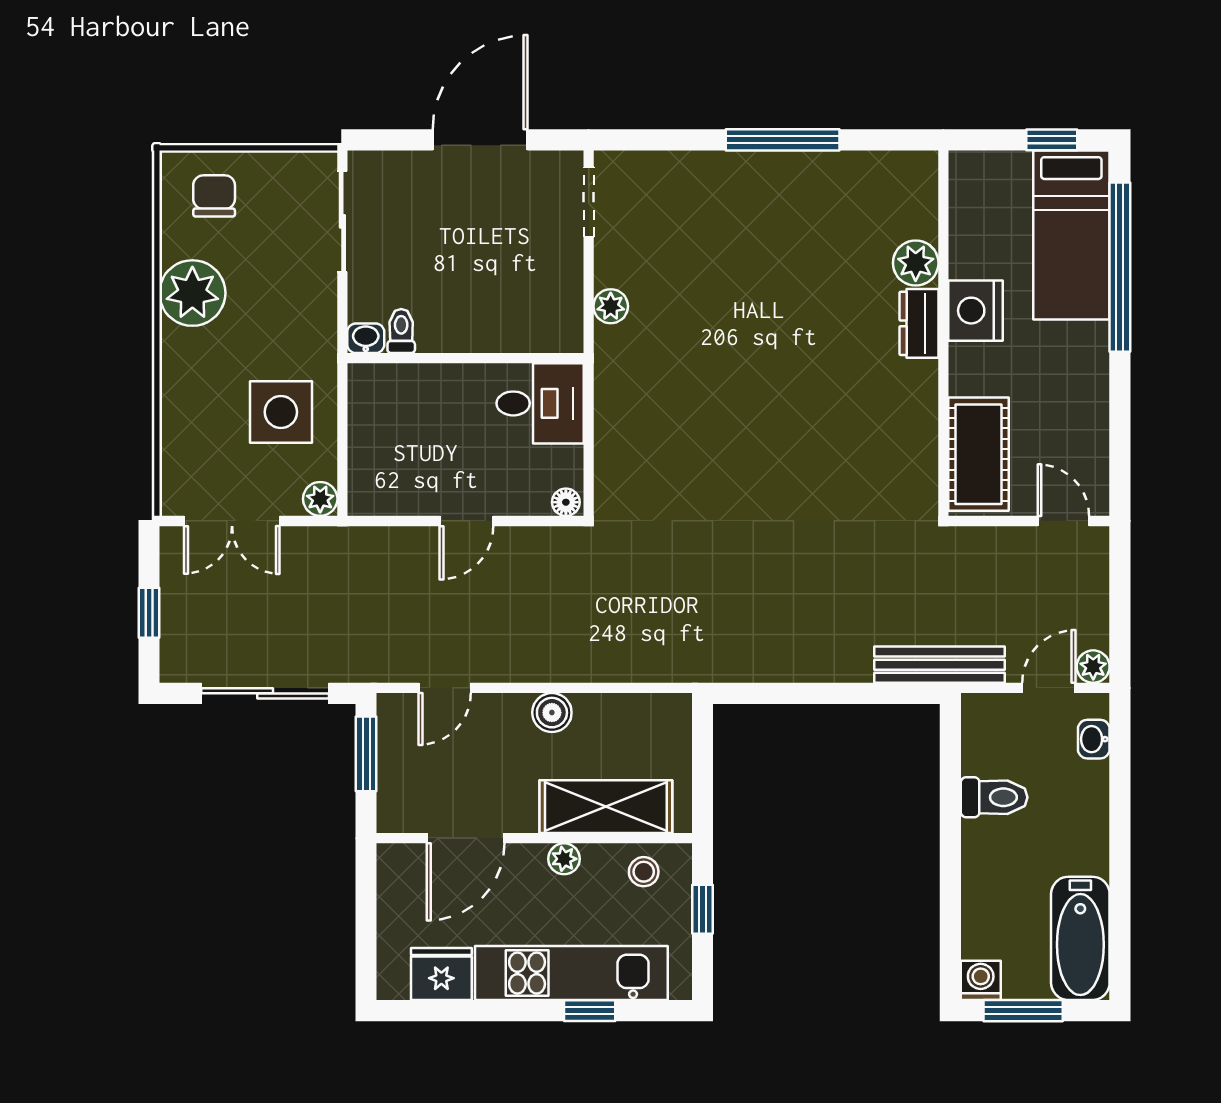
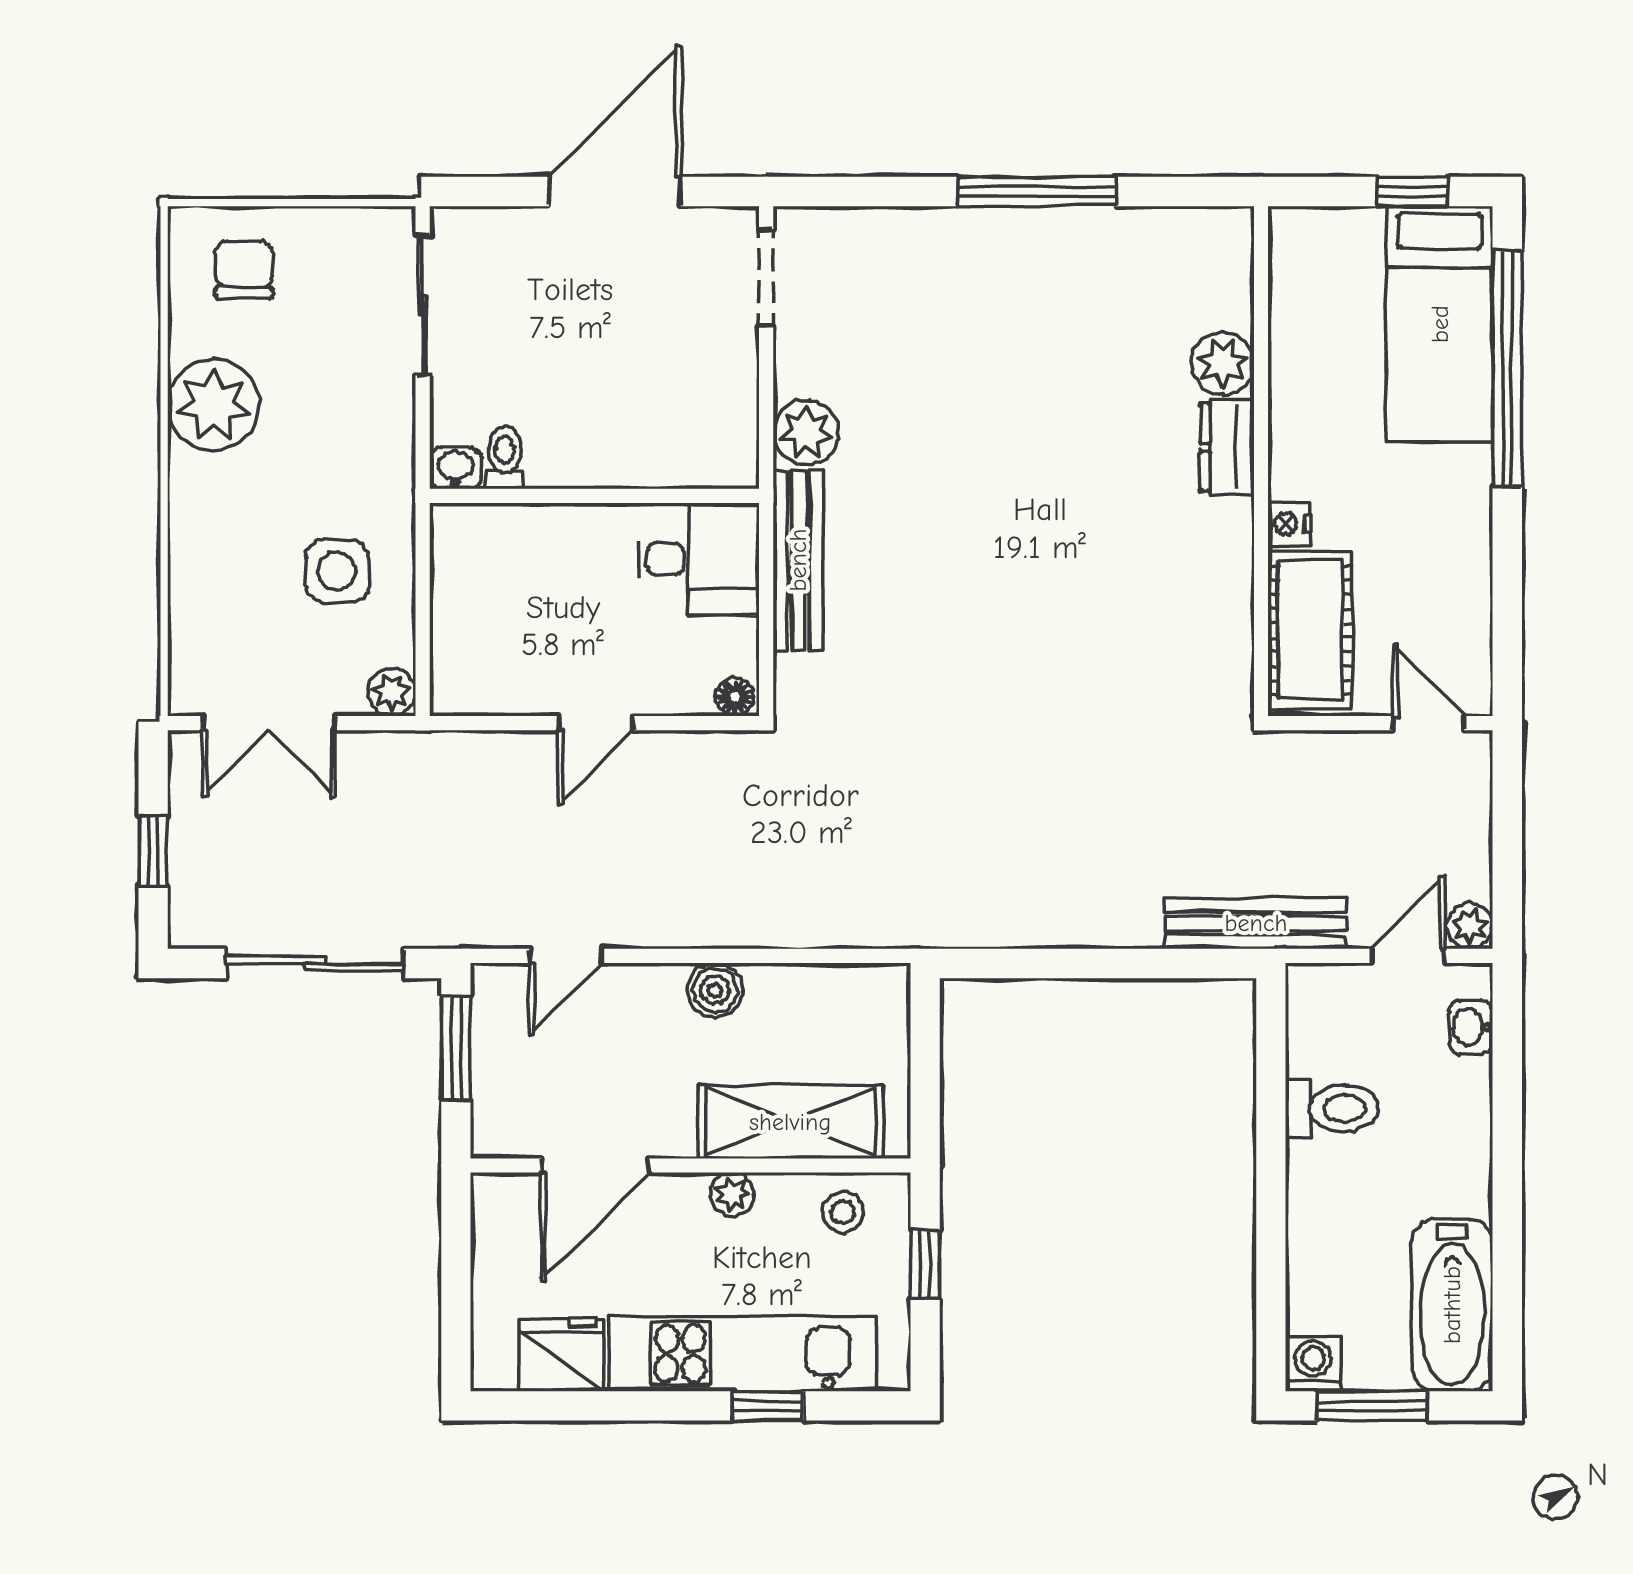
plant: (611, 306) -> (806, 432), width x1.38, depth x1.38
nightstand: (975, 311) -> (1289, 524), moved, width x0.53, depth x0.56
bench: (612, 404) -> (798, 560), added
side table: (281, 412) -> (337, 571), width x0.73, depth x0.73

